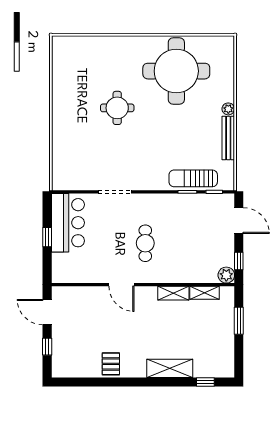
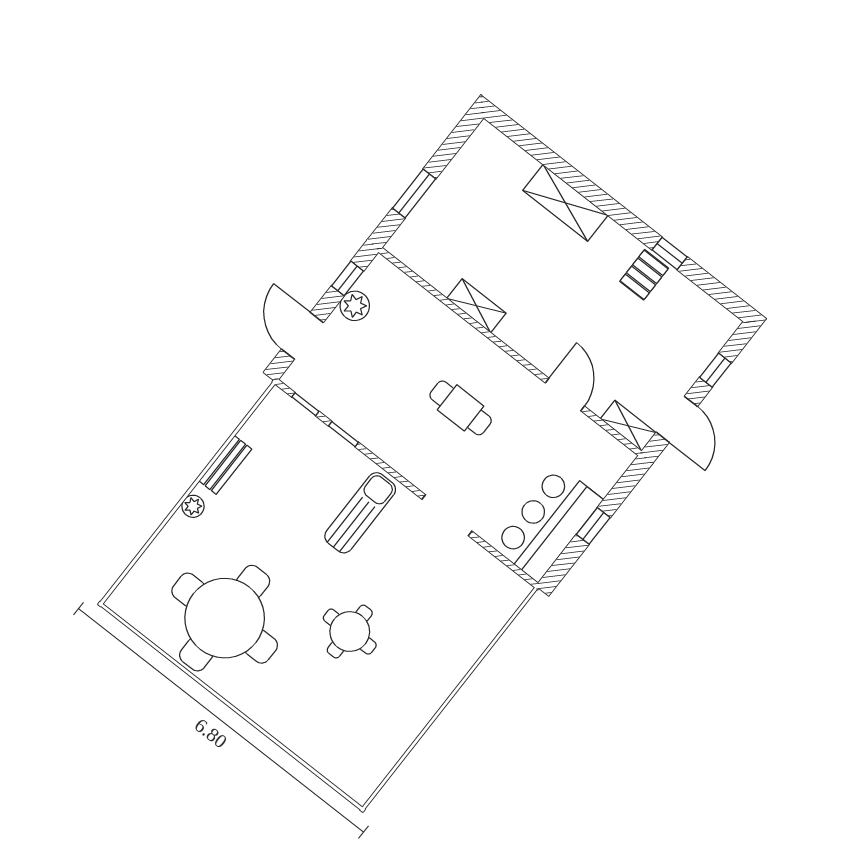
bench: (228, 138) -> (225, 465), width x0.73
sun lounger: (193, 178) -> (360, 513), moved, turned -90
cafe table: (145, 243) -> (461, 408), turned 90
plant: (226, 275) -> (355, 306), moved
door: (121, 285) -> (565, 395), moved
shelving: (205, 293) -> (628, 426), moved
window: (205, 382) -> (670, 253), moved

